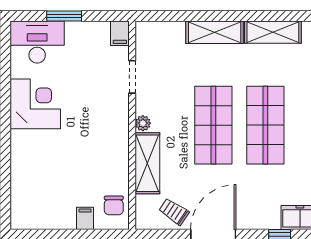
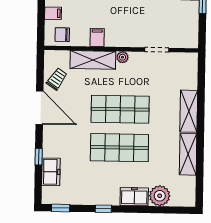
filing cabinet: (120, 33) -> (97, 37), moved, turned 90

